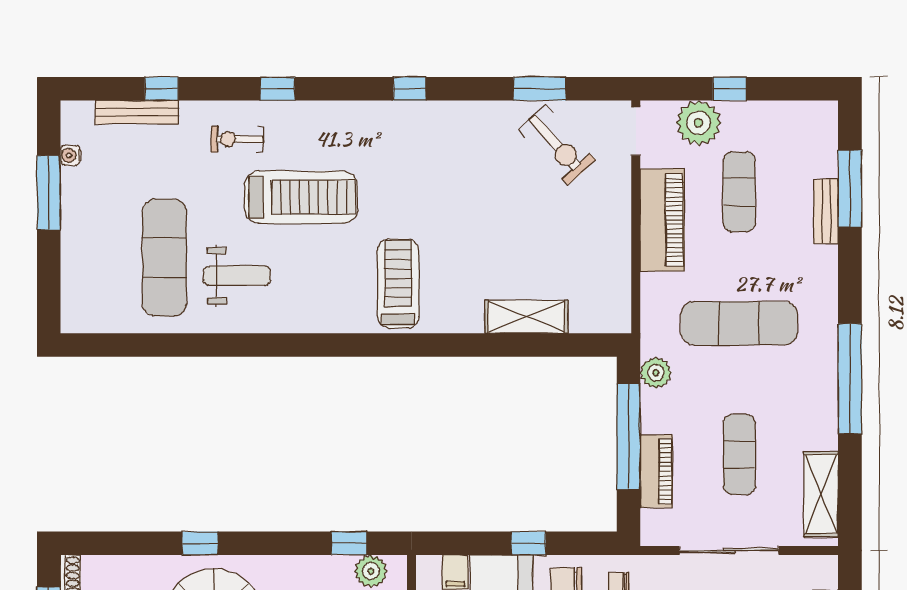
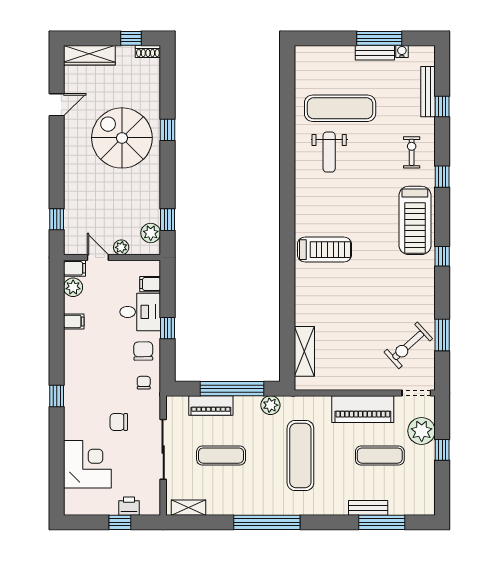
treadmill: (301, 197) -> (415, 220), moved
bench: (73, 200) -> (375, 53), added
shelving: (526, 317) -> (304, 351), moved
shelving: (821, 494) -> (189, 508), width x0.67, depth x0.75

